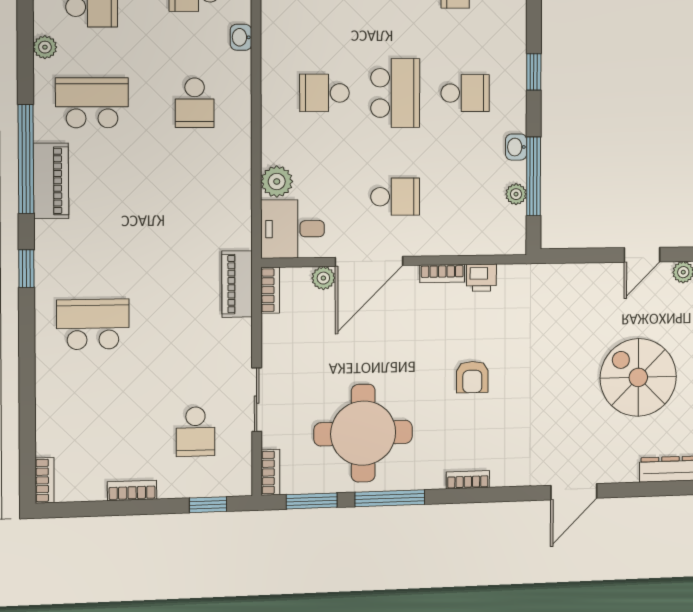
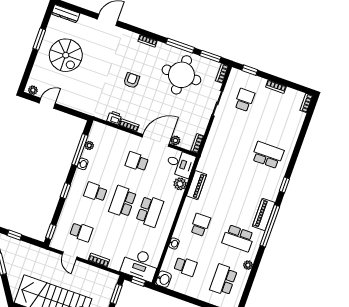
school desk: (324, 93) -> (150, 211), width x1.85
piano: (237, 284) -> (197, 185), moved
school desk: (93, 324) -> (268, 155), turned 180

